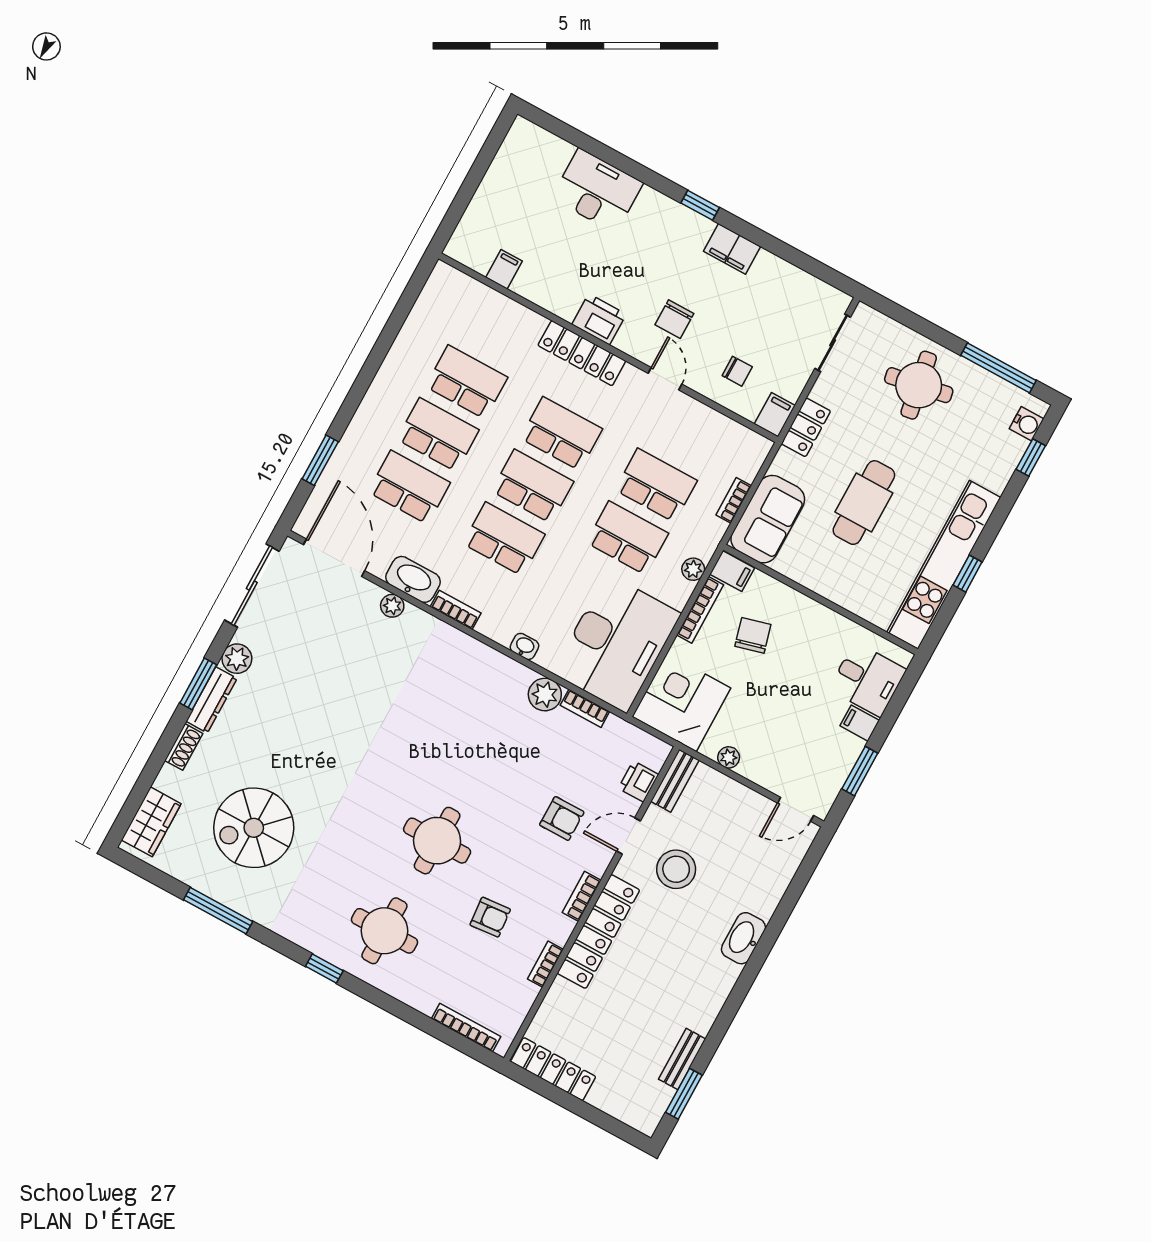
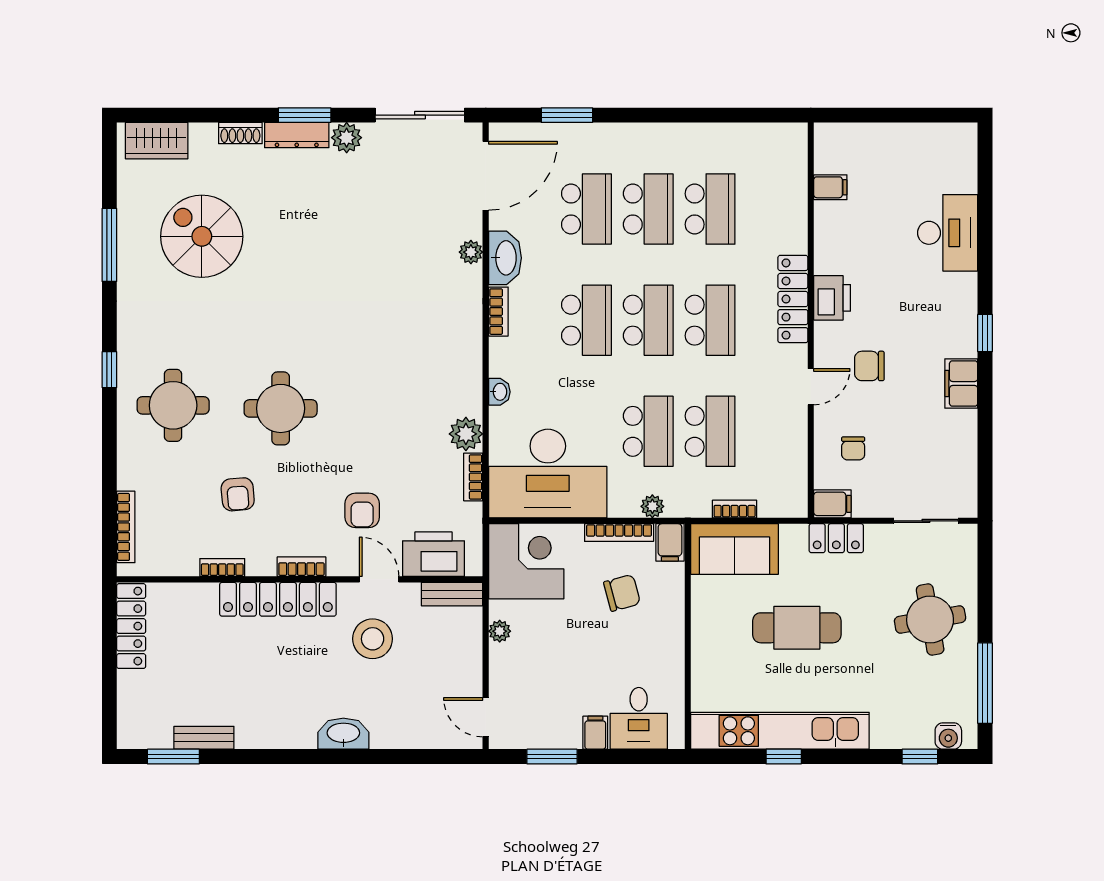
printer: (638, 781) -> (433, 554), width x1.87, depth x1.48

